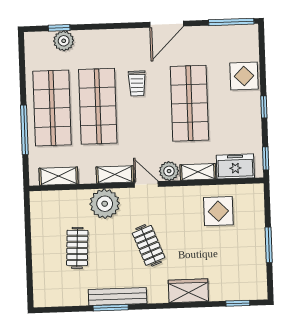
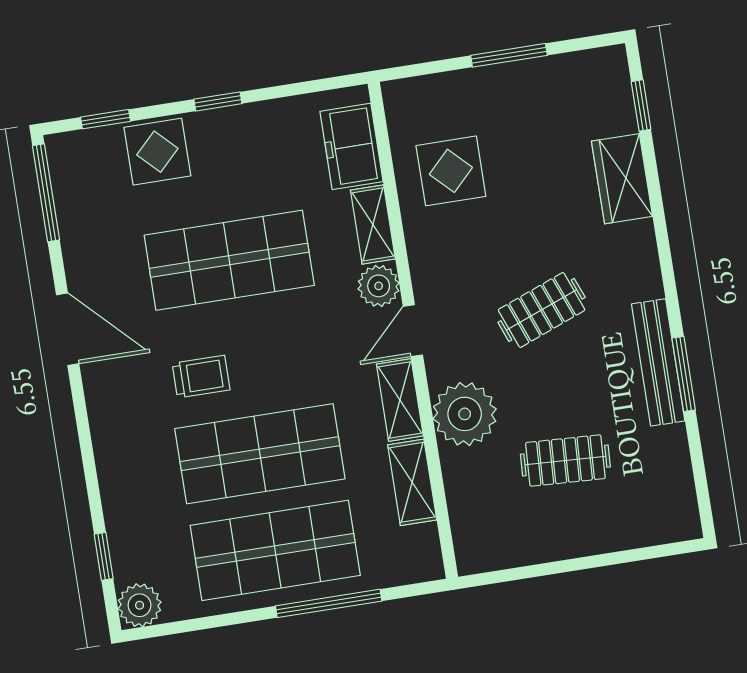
plant: (64, 41) -> (140, 605), moved
window: (266, 158) -> (105, 119), moved
shelving: (59, 176) -> (412, 482), moved
wardrobe: (188, 291) -> (622, 179), moved

